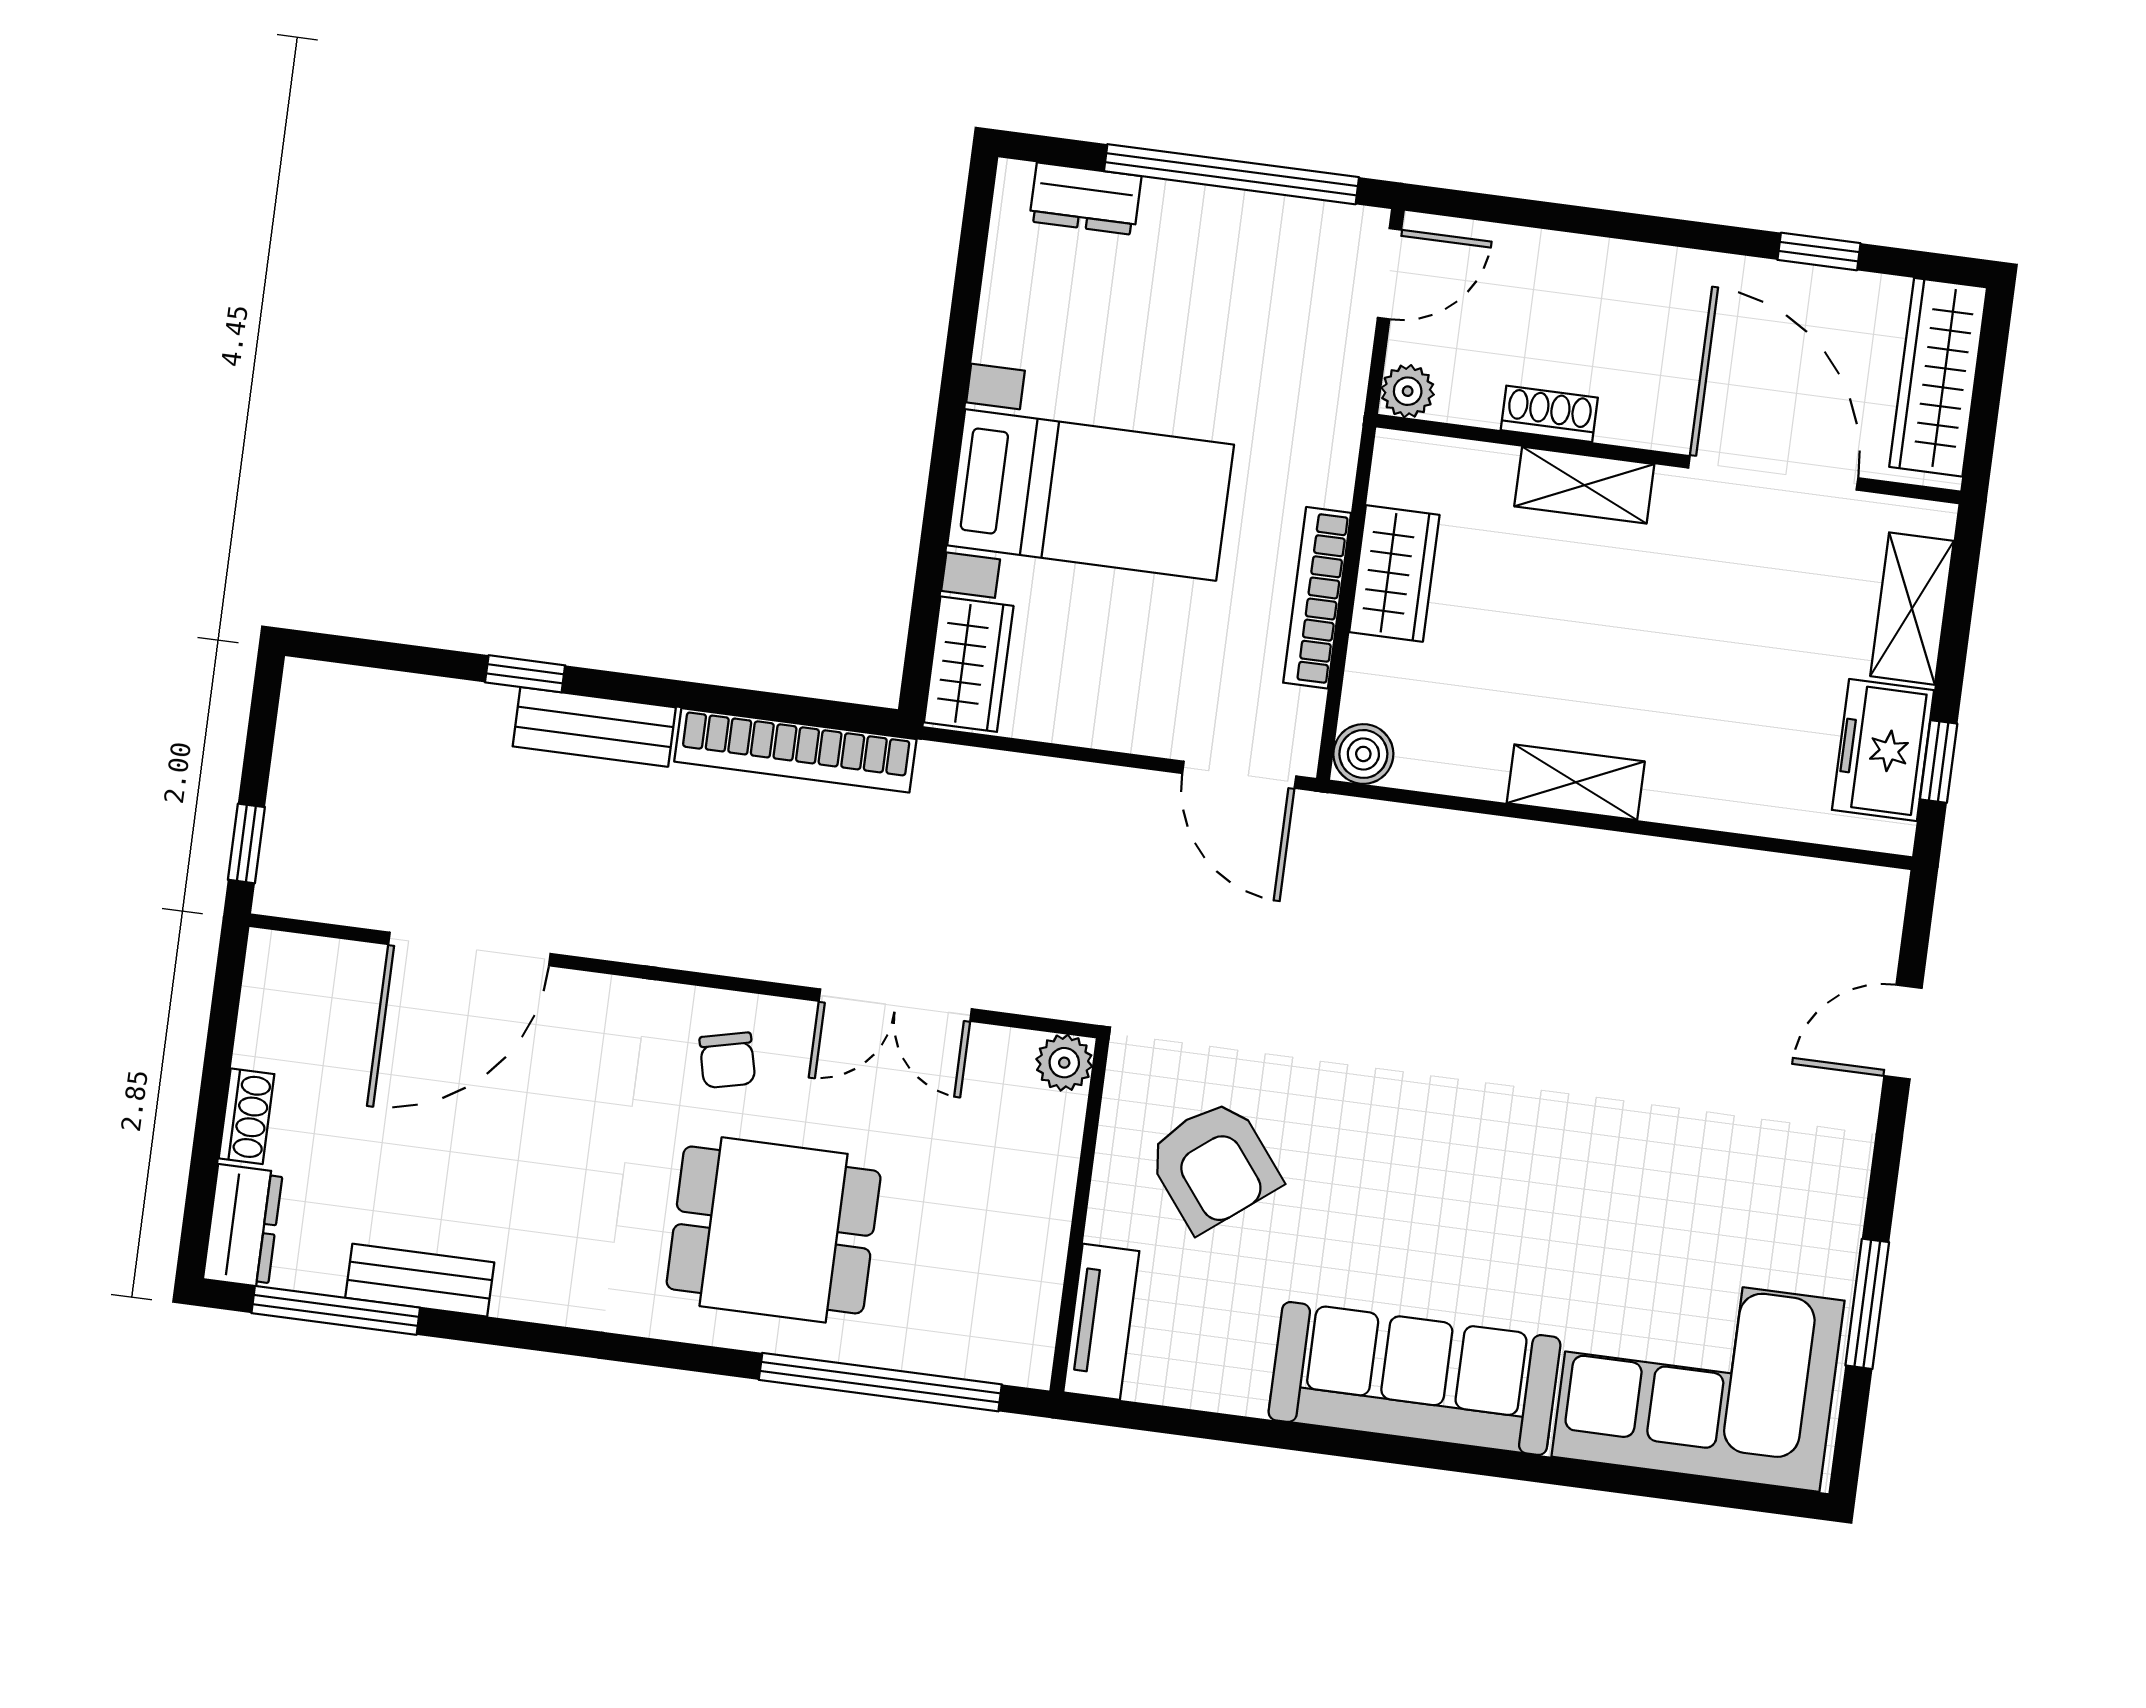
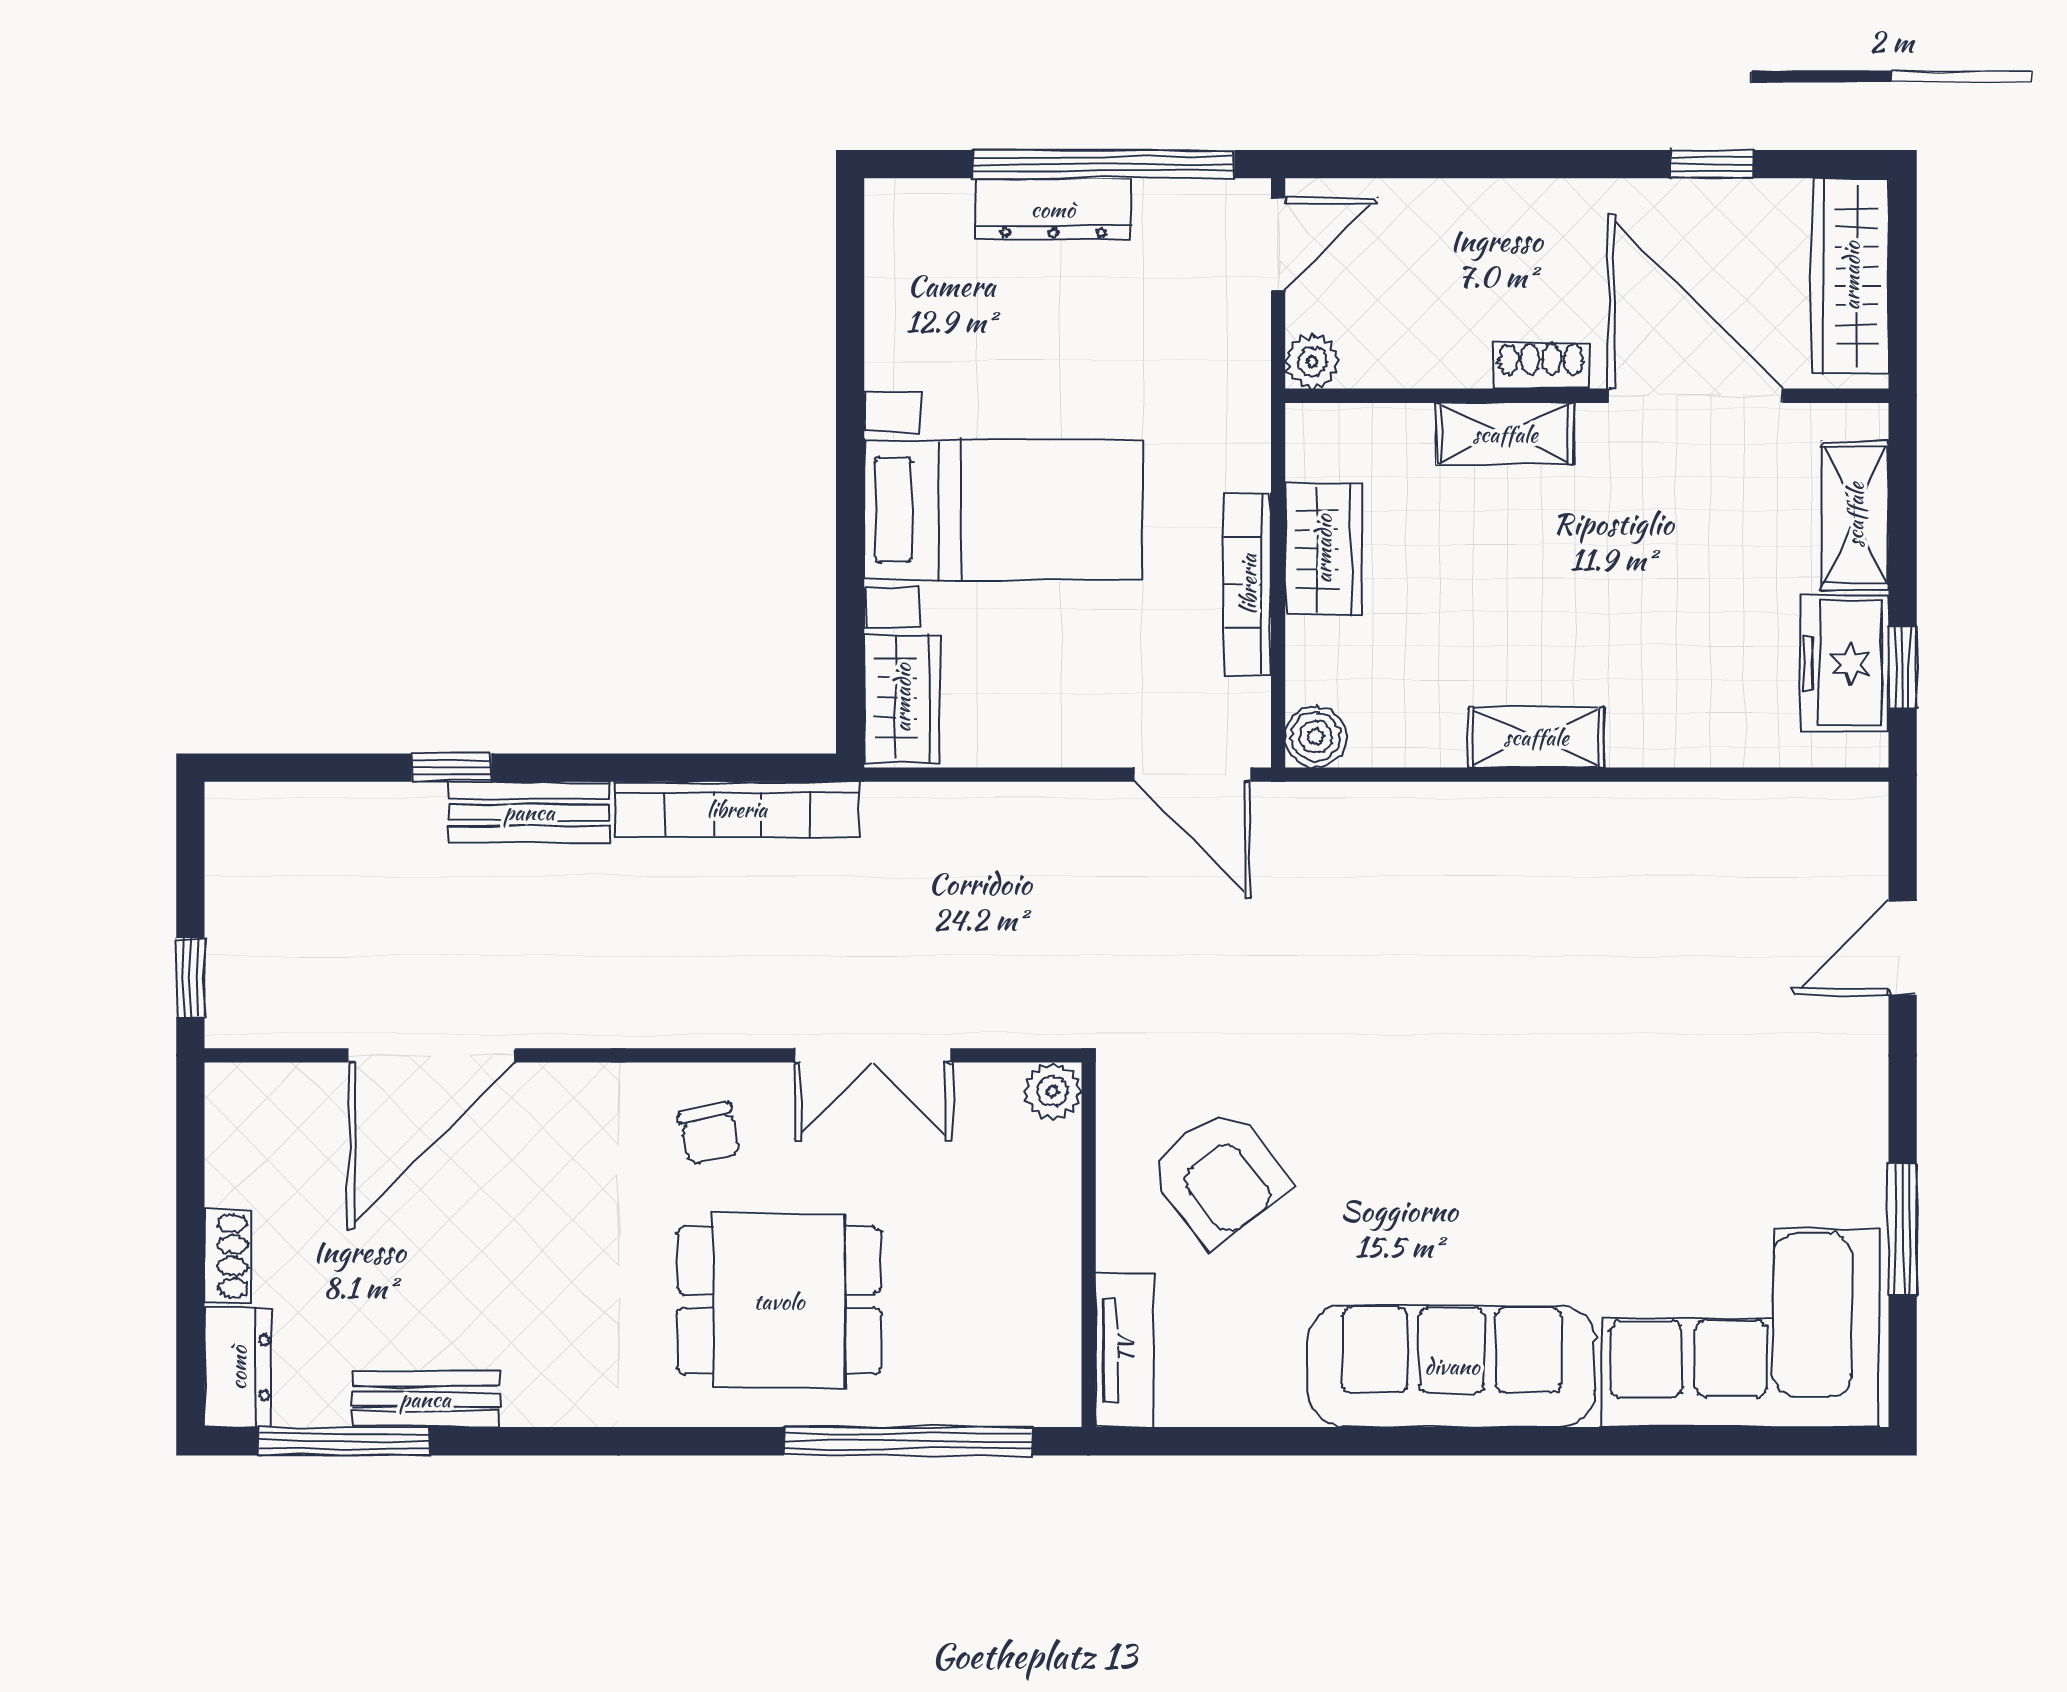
dresser: (1085, 199) -> (1053, 209), moved, width x1.44
shoe rack: (1549, 414) -> (1541, 366), moved

